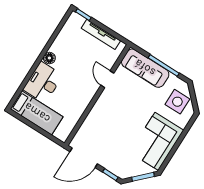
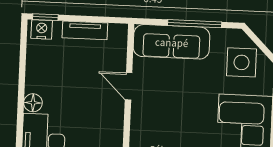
nightstand: (77, 20) -> (42, 29), added
tv unit: (101, 34) -> (85, 30), width x0.71

